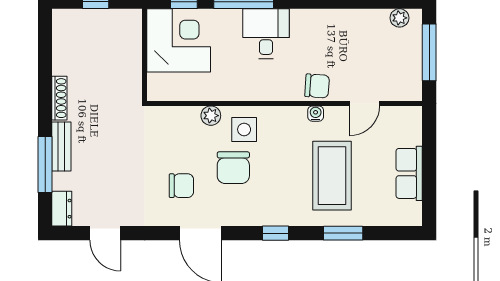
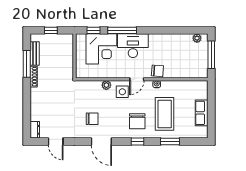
desk: (266, 34) -> (133, 46), width x1.37
corner desk: (179, 40) -> (101, 49), moved, turned 90
door: (364, 104) -> (137, 79), moved
bench: (61, 147) -> (35, 53), moved
window: (45, 165) -> (27, 64), moved
chair: (233, 168) -> (137, 121), moved

